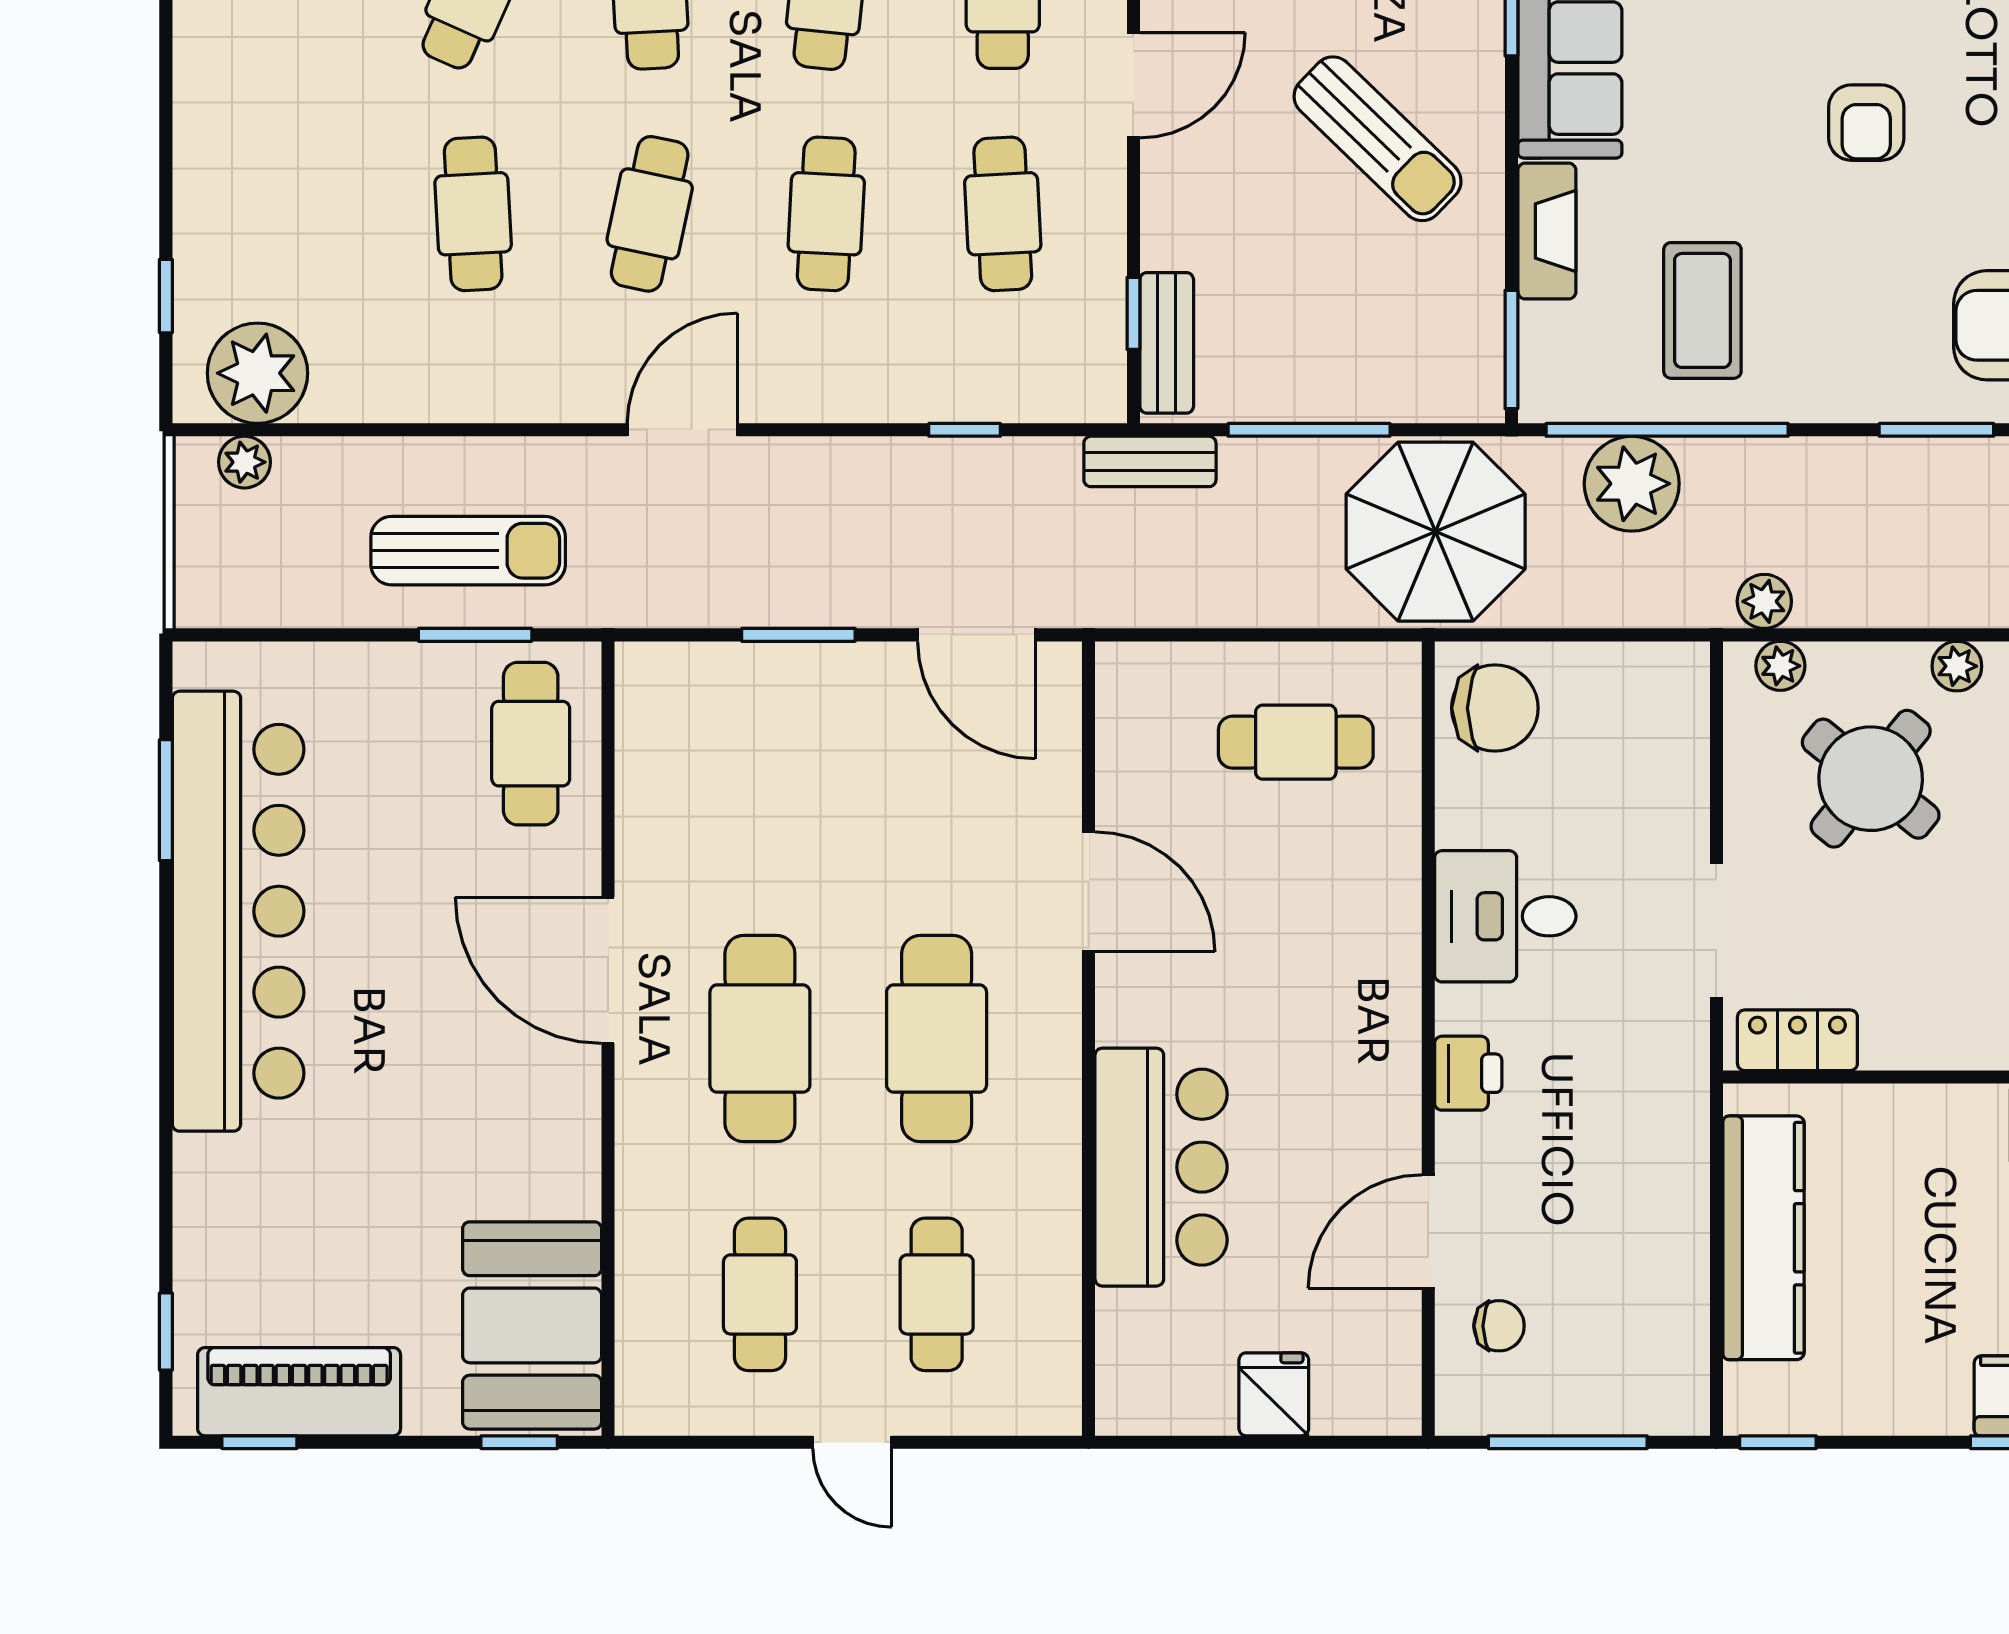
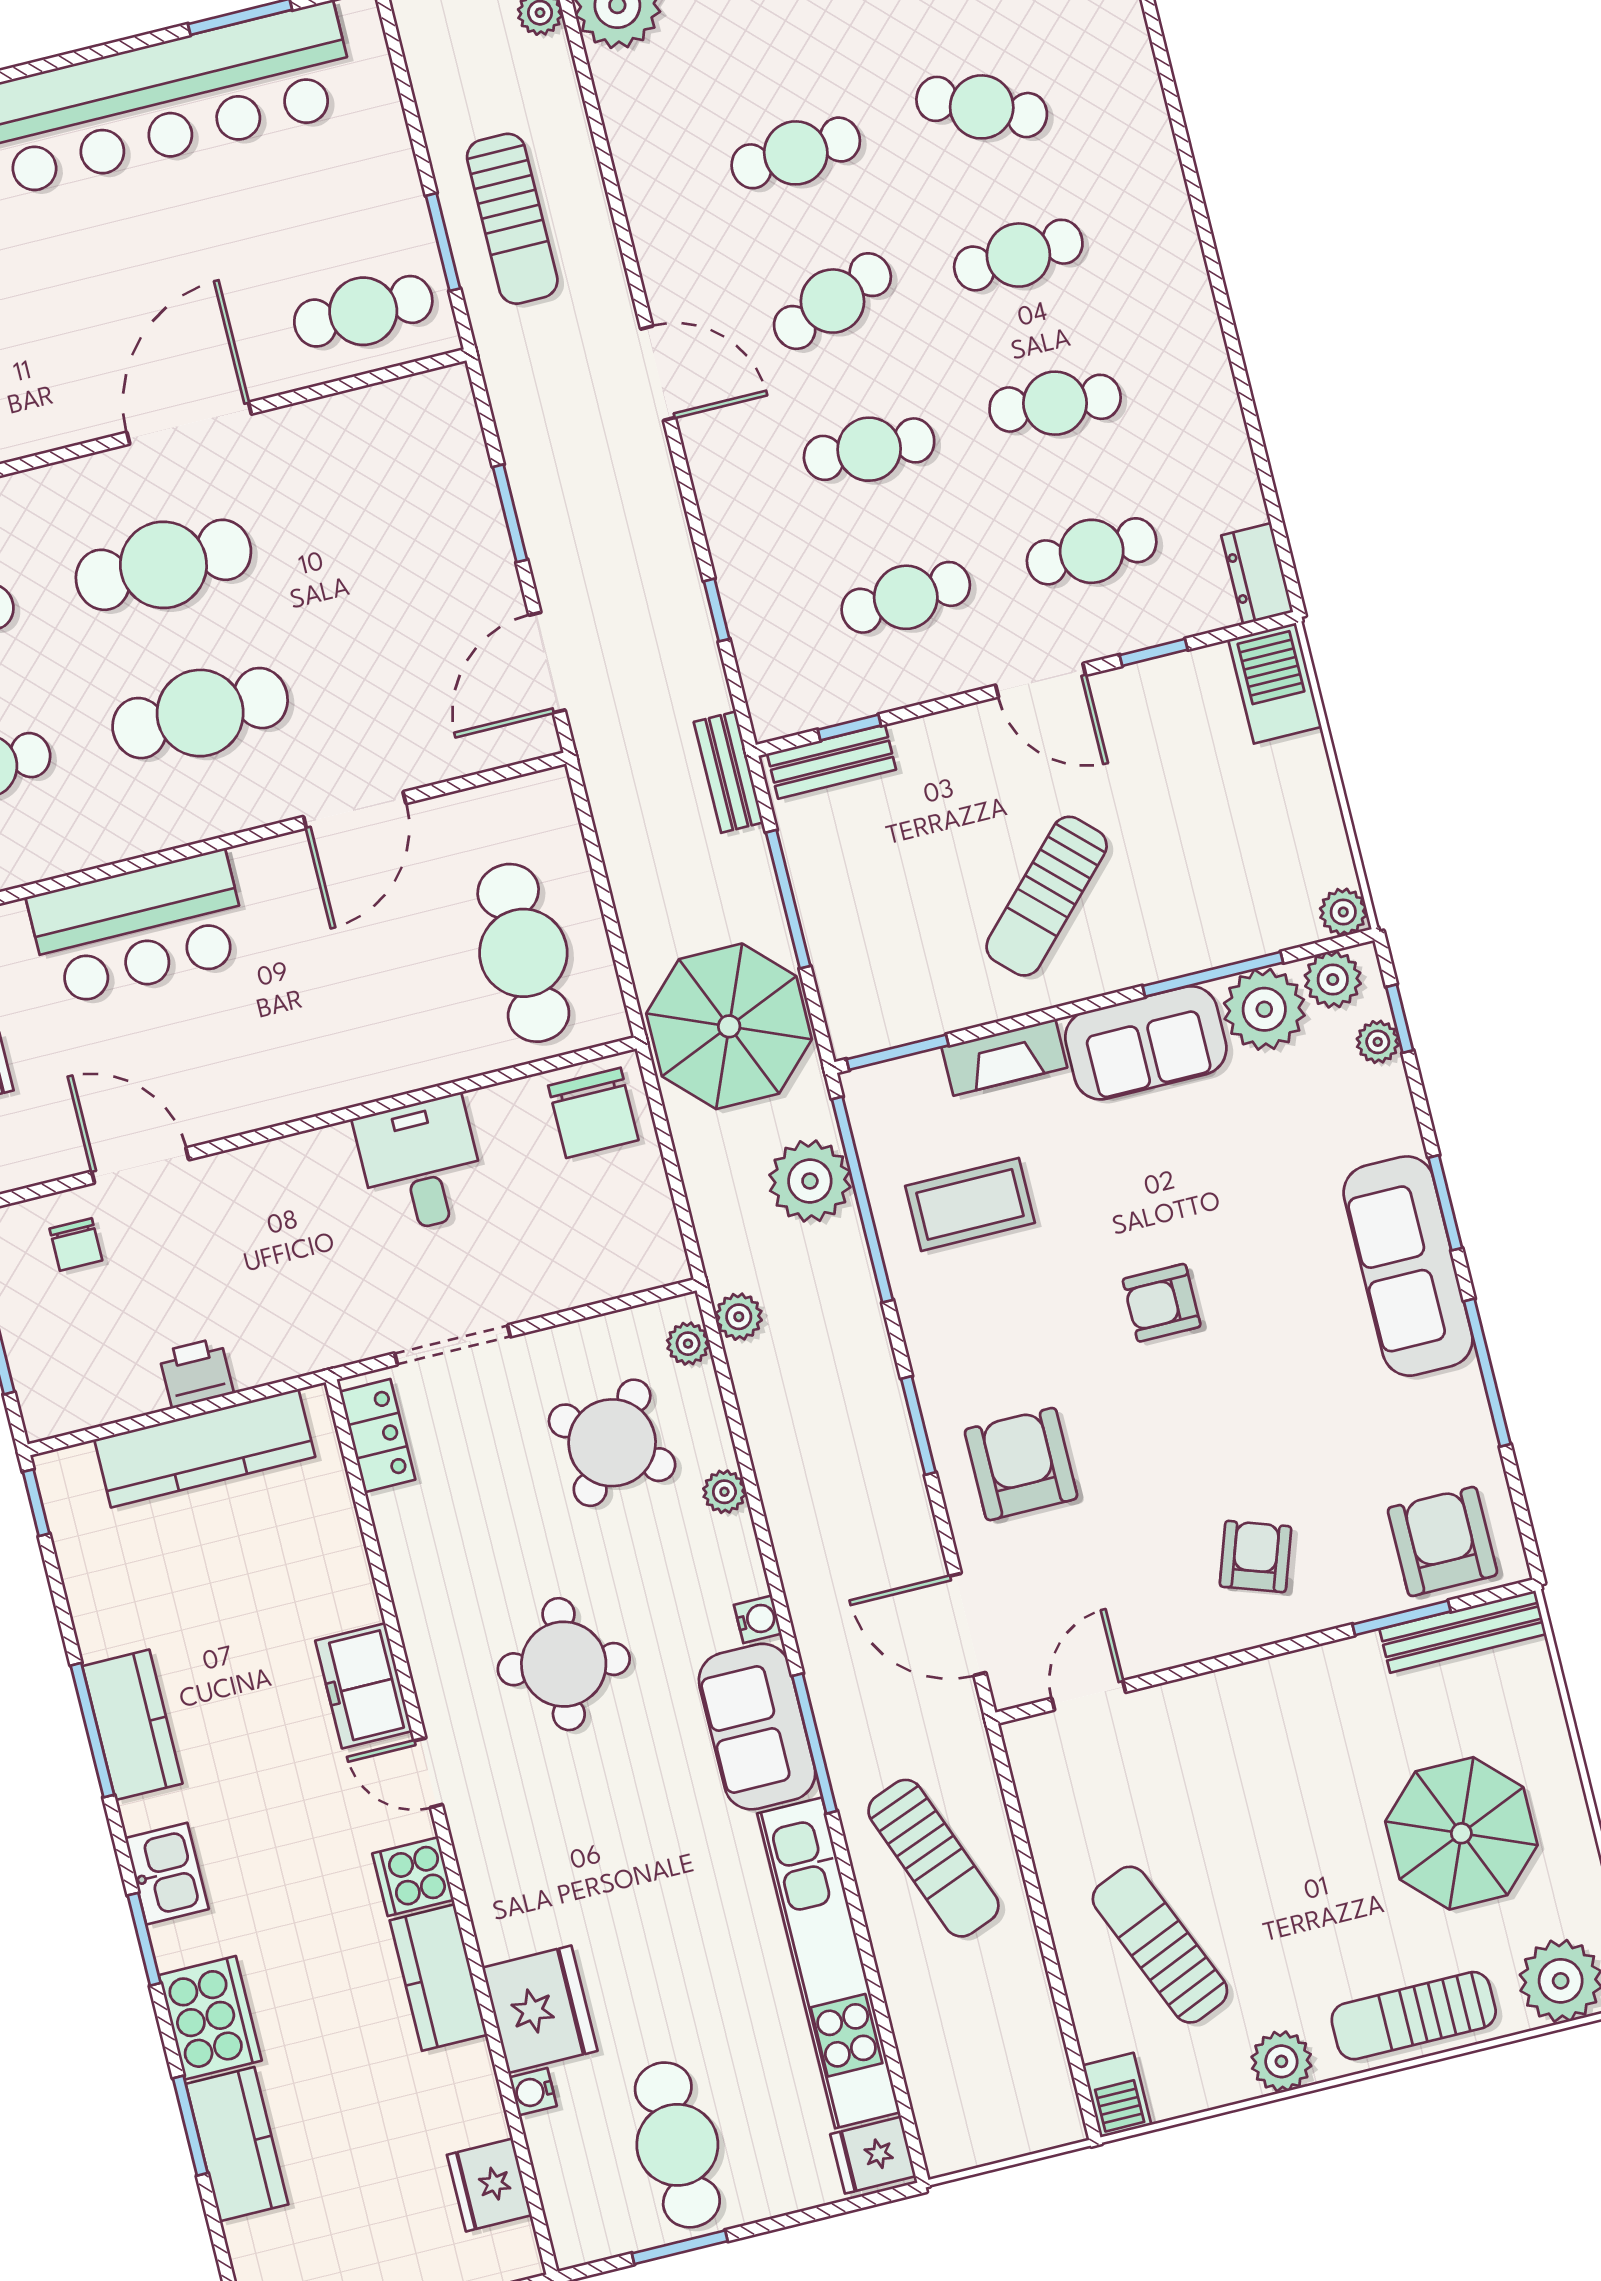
cafe table: (650, 214) -> (832, 301), turned -33
cafe table: (1296, 742) -> (523, 953), width x1.37, depth x1.35
printer: (1468, 1073) -> (196, 1373), moved, turned 180

